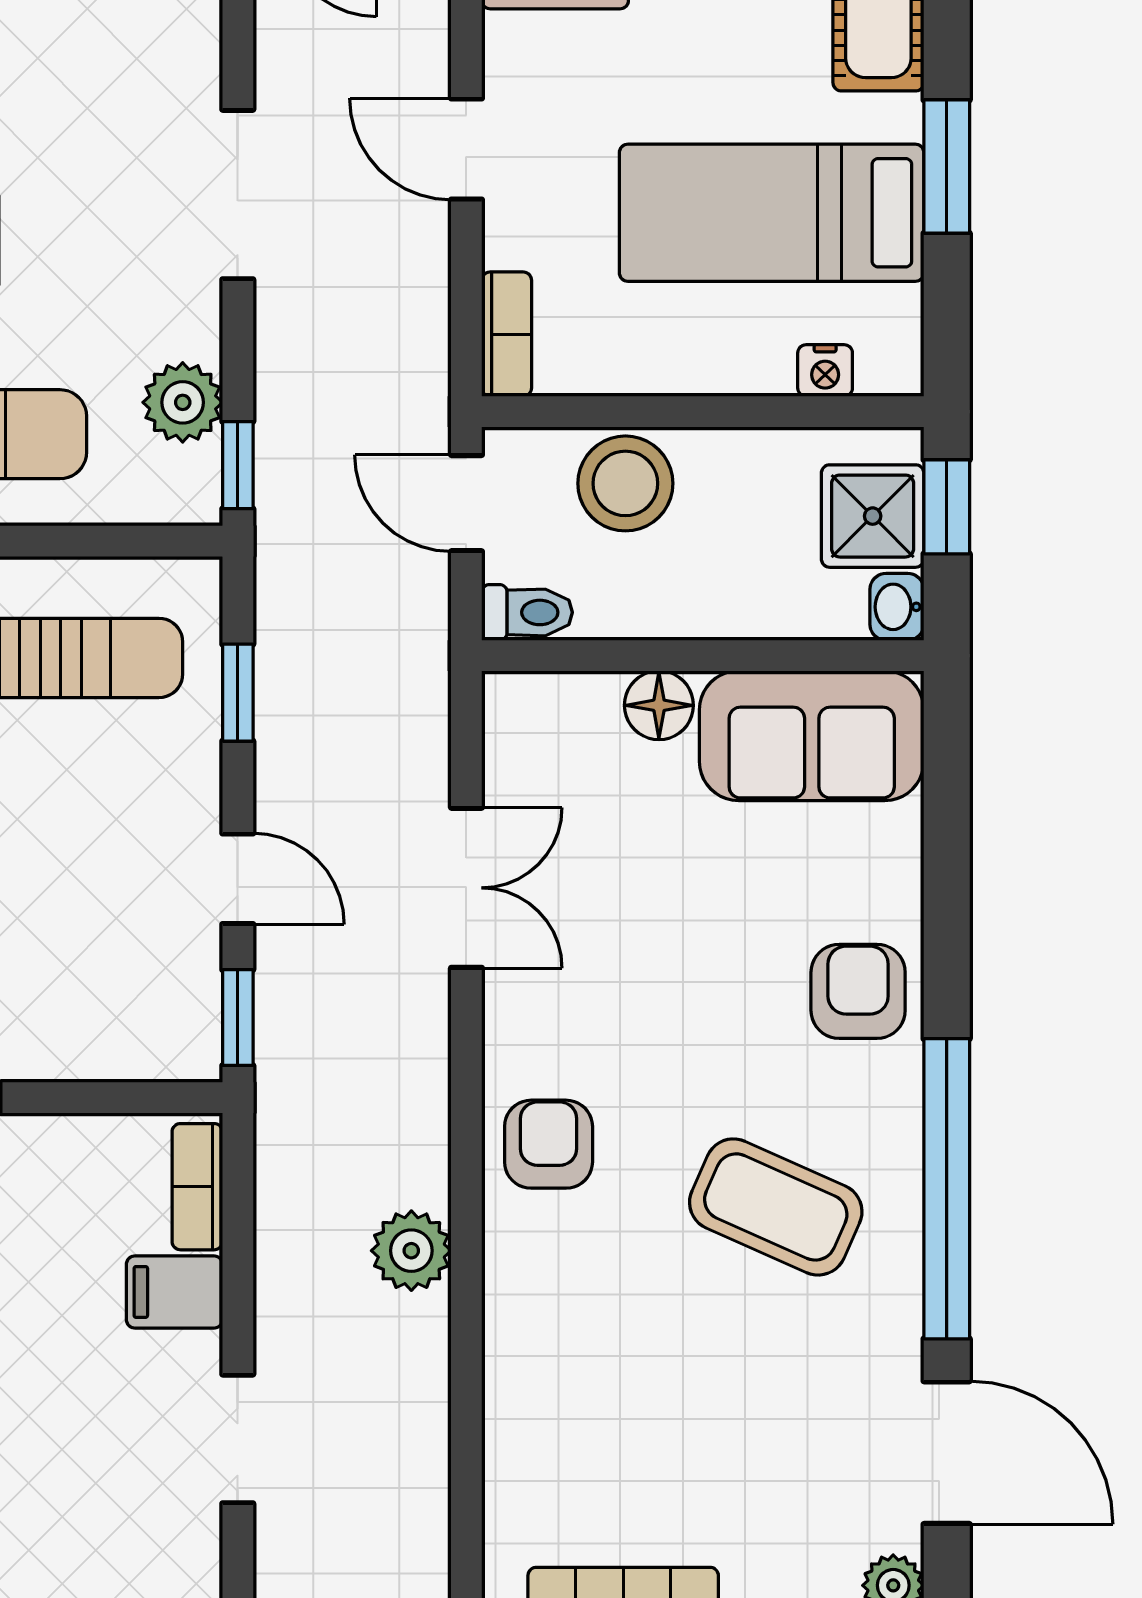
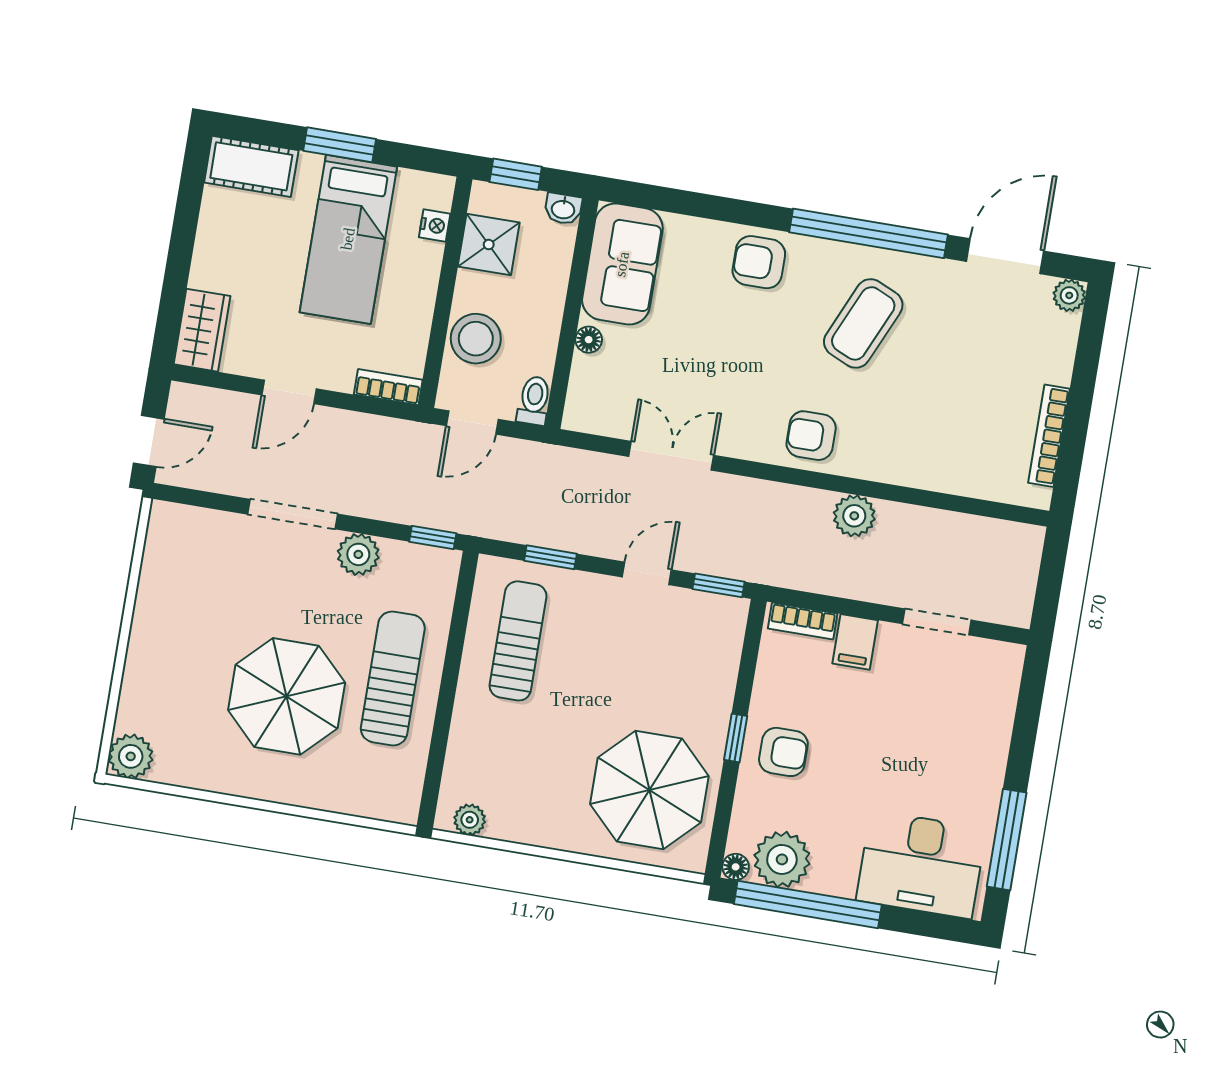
plant: (183, 402) -> (358, 554), moved
shower: (873, 516) -> (489, 244), moved
floor lamp: (659, 705) -> (589, 340), width x0.73, depth x0.73

